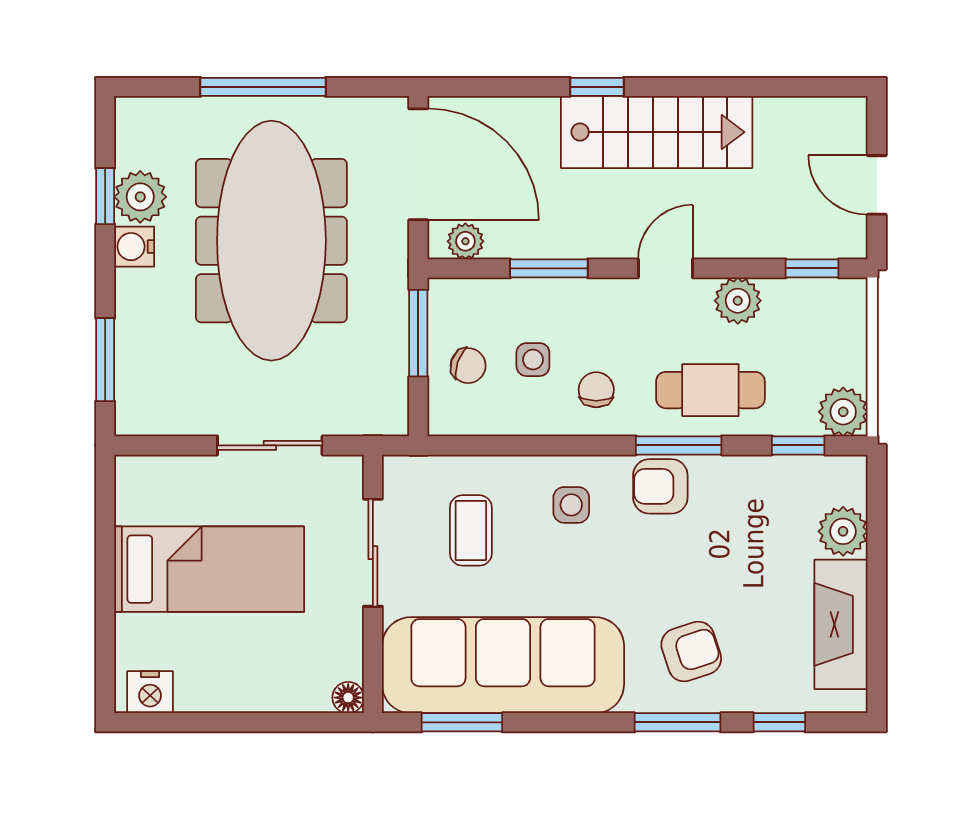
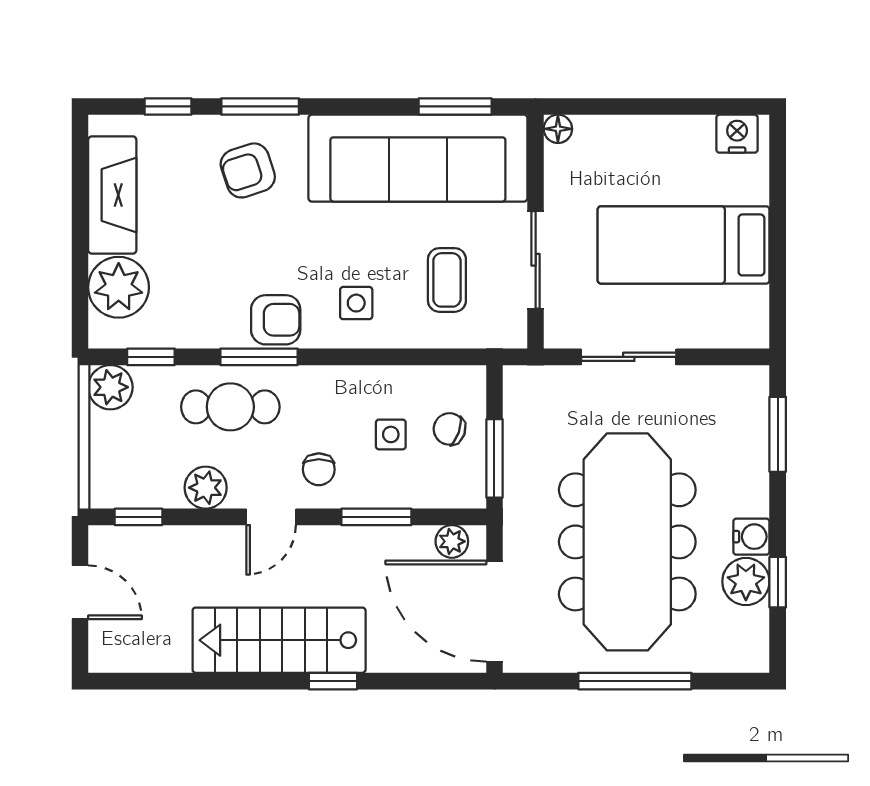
chair: (596, 390) -> (319, 469), moved
plant: (843, 531) -> (119, 287), width x1.36, depth x1.36

